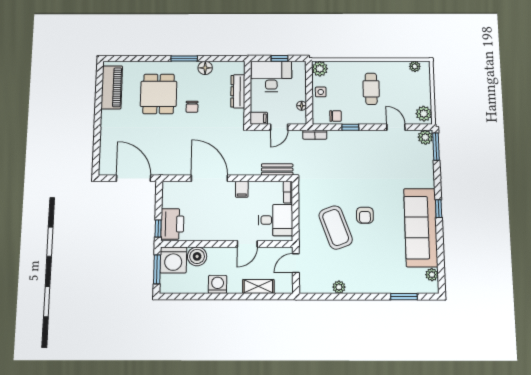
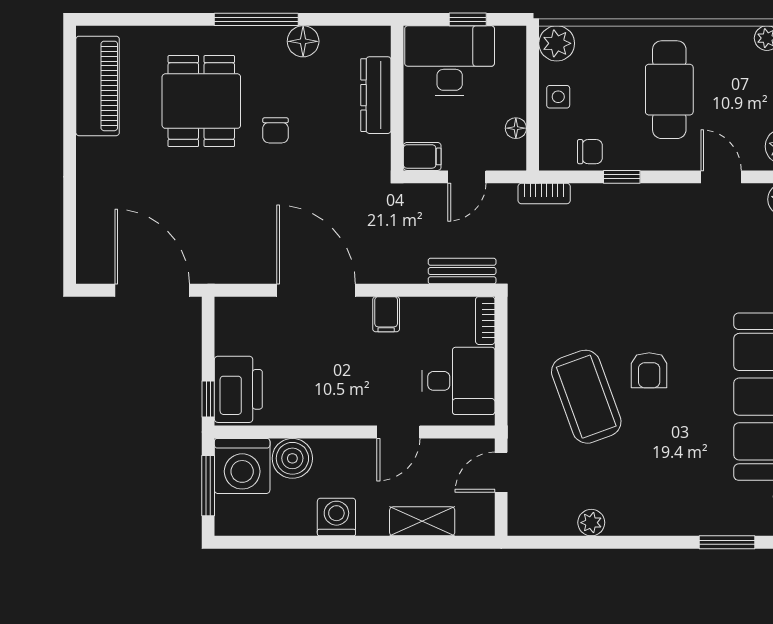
window: (184, 58) -> (256, 19), width x1.44
cafe table: (371, 89) -> (669, 90), width x1.37, depth x1.35

